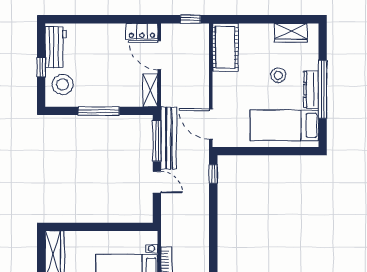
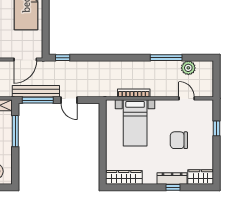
window: (99, 111) -> (15, 131), moved
door: (157, 182) -> (69, 100), swing flipped

